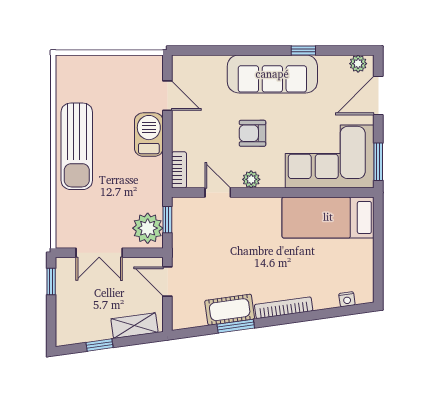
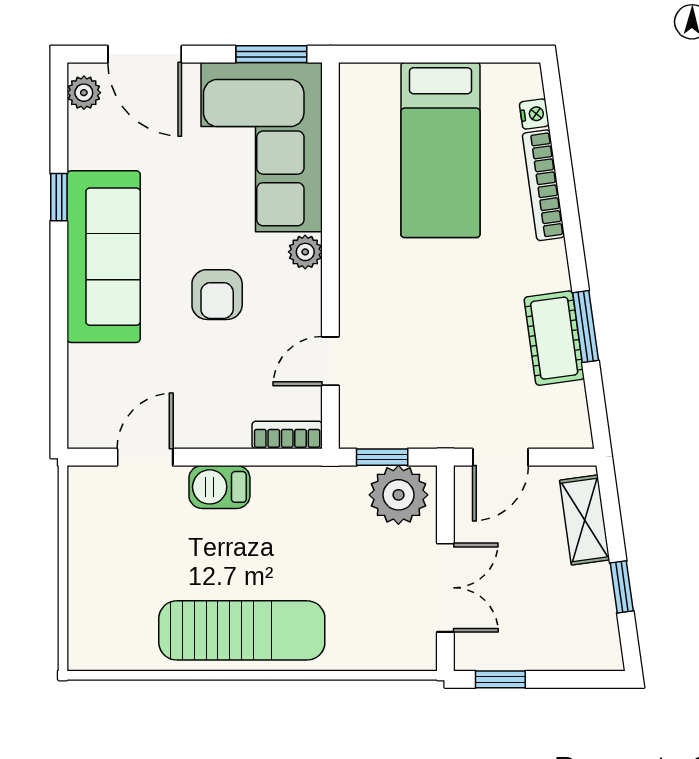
barbecue: (149, 135) -> (219, 487), width x0.73, depth x0.79
plant: (251, 179) -> (305, 252), moved
bed: (328, 217) -> (440, 150), moved
bookcase: (284, 308) -> (543, 185), moved

